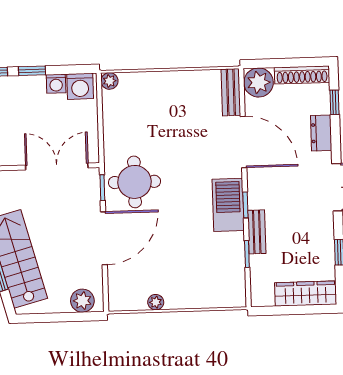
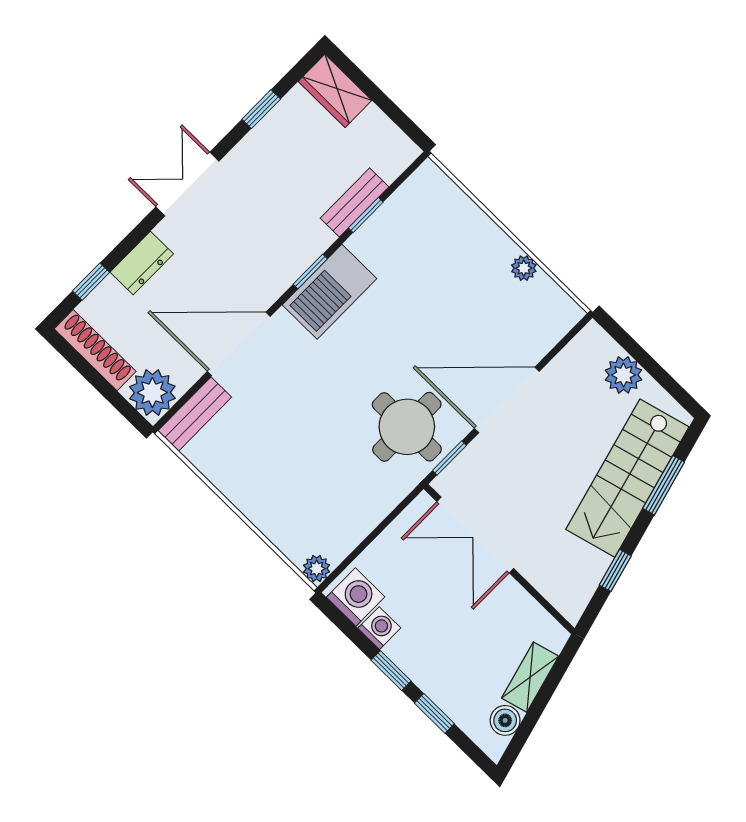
door: (243, 142) -> (239, 344), hinge flipped
bench: (257, 232) -> (354, 203), moved
wardrobe: (306, 294) -> (335, 91), width x0.67
plant: (82, 301) -> (623, 375), moved

